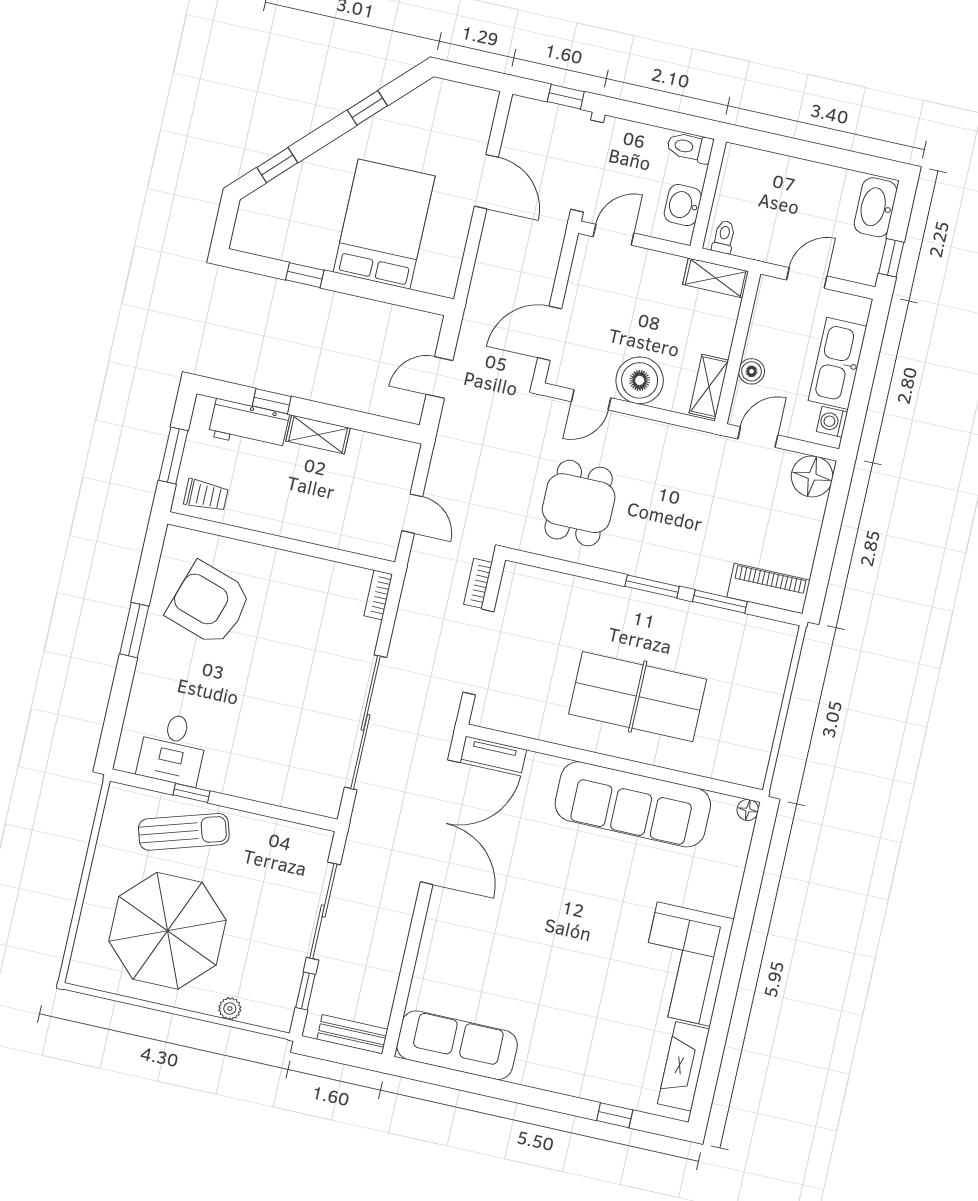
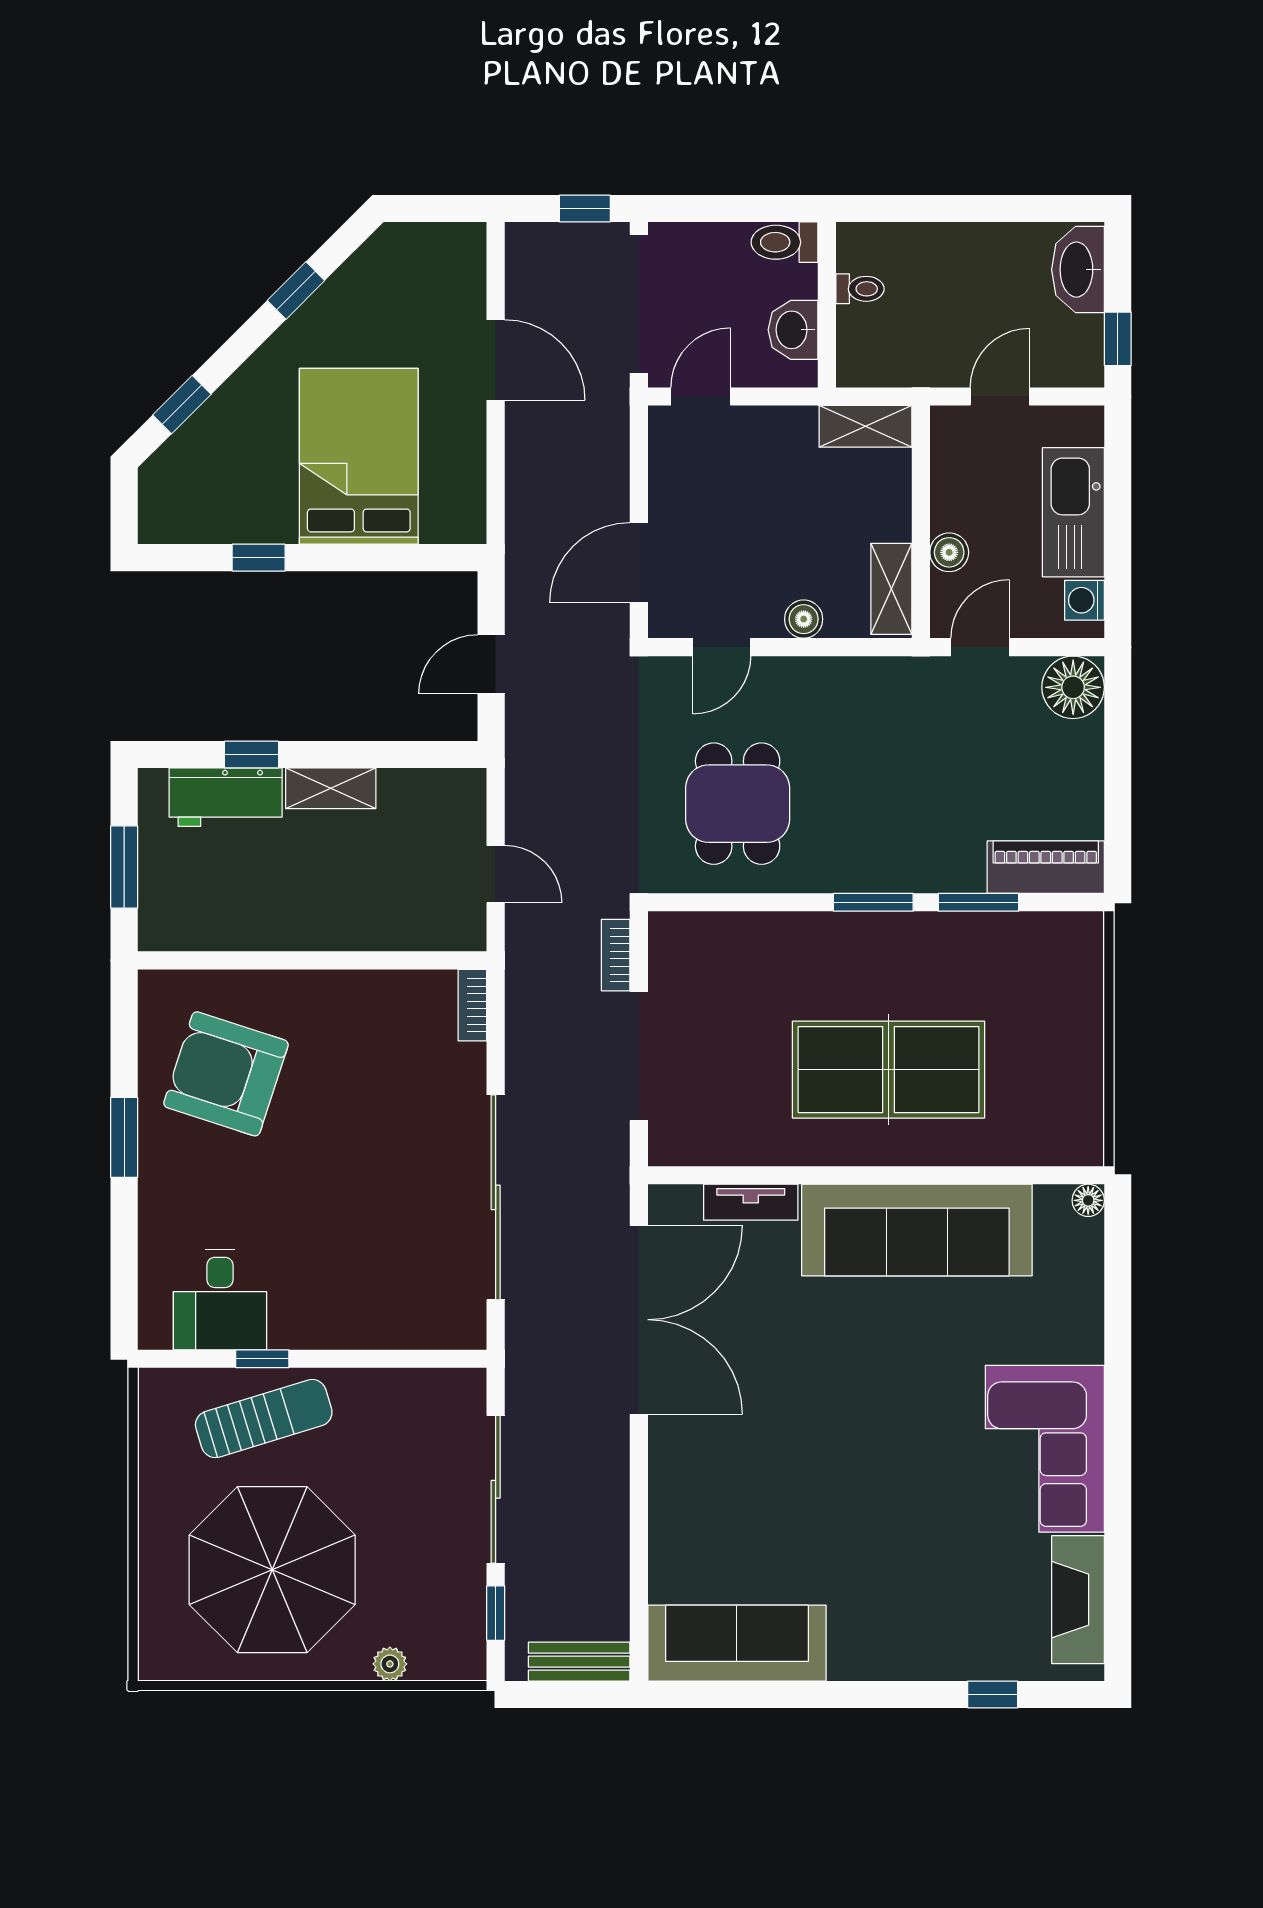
toilet: (724, 237) -> (860, 289), moved, turned 90
boiler: (640, 380) -> (804, 619), width x0.54, depth x0.54
trolley: (206, 495) -> (186, 915), removed
tv unit: (494, 754) -> (751, 1202), moved

